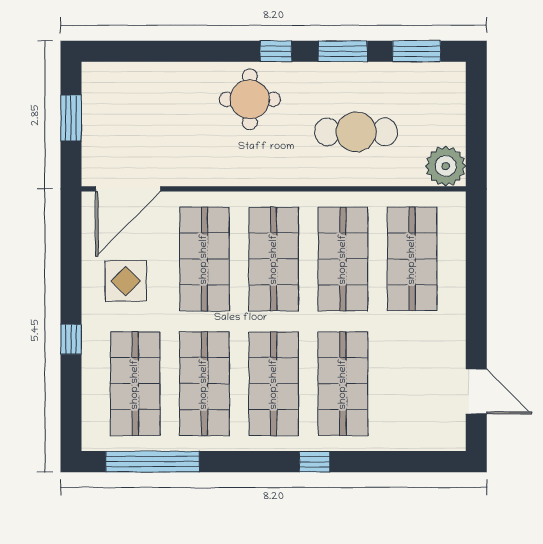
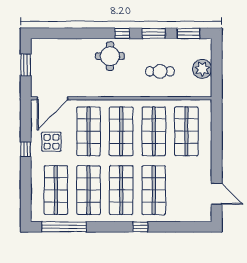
cafe table: (356, 132) -> (160, 71), width x0.73, depth x0.74
plant: (446, 166) -> (202, 69), moved
window: (71, 339) -> (26, 149), moved

